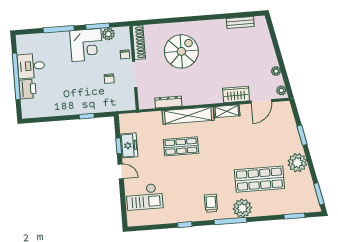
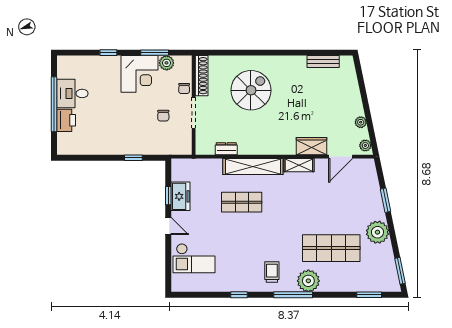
window: (59, 29) -> (108, 53), width x0.46
dresser: (168, 102) -> (226, 149), width x0.70

